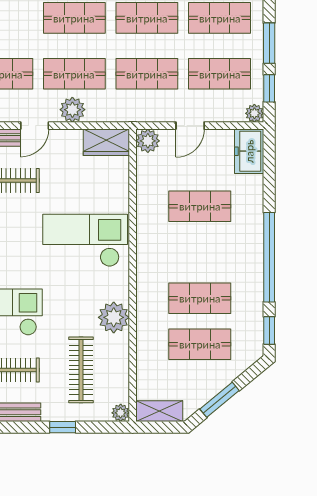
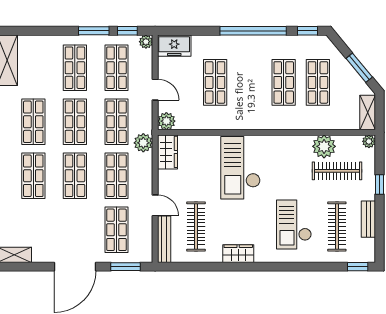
plant: (72, 110) -> (143, 143), moved
plant: (114, 317) -> (324, 146), moved

